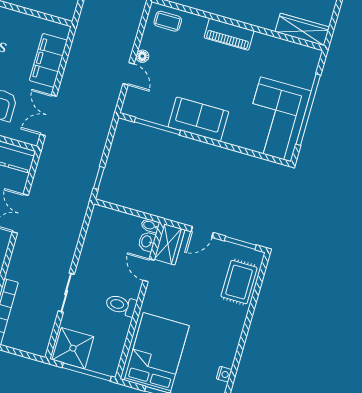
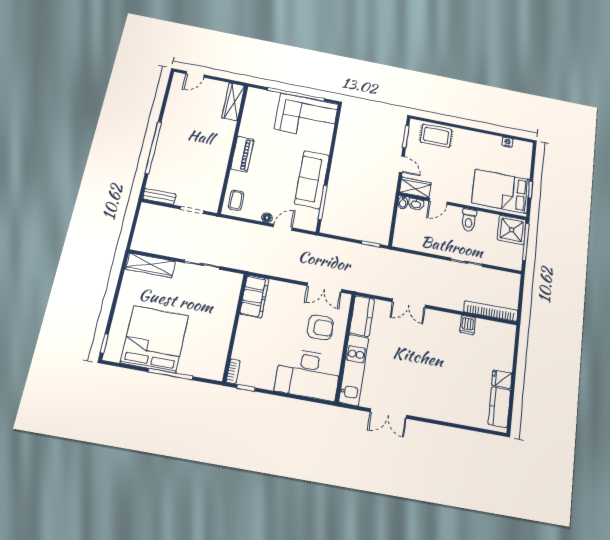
filing cabinet: (48, 60) -> (254, 297), moved, turned -90
sofa: (198, 119) -> (312, 179), width x1.36
shower: (73, 348) -> (512, 230), moved

